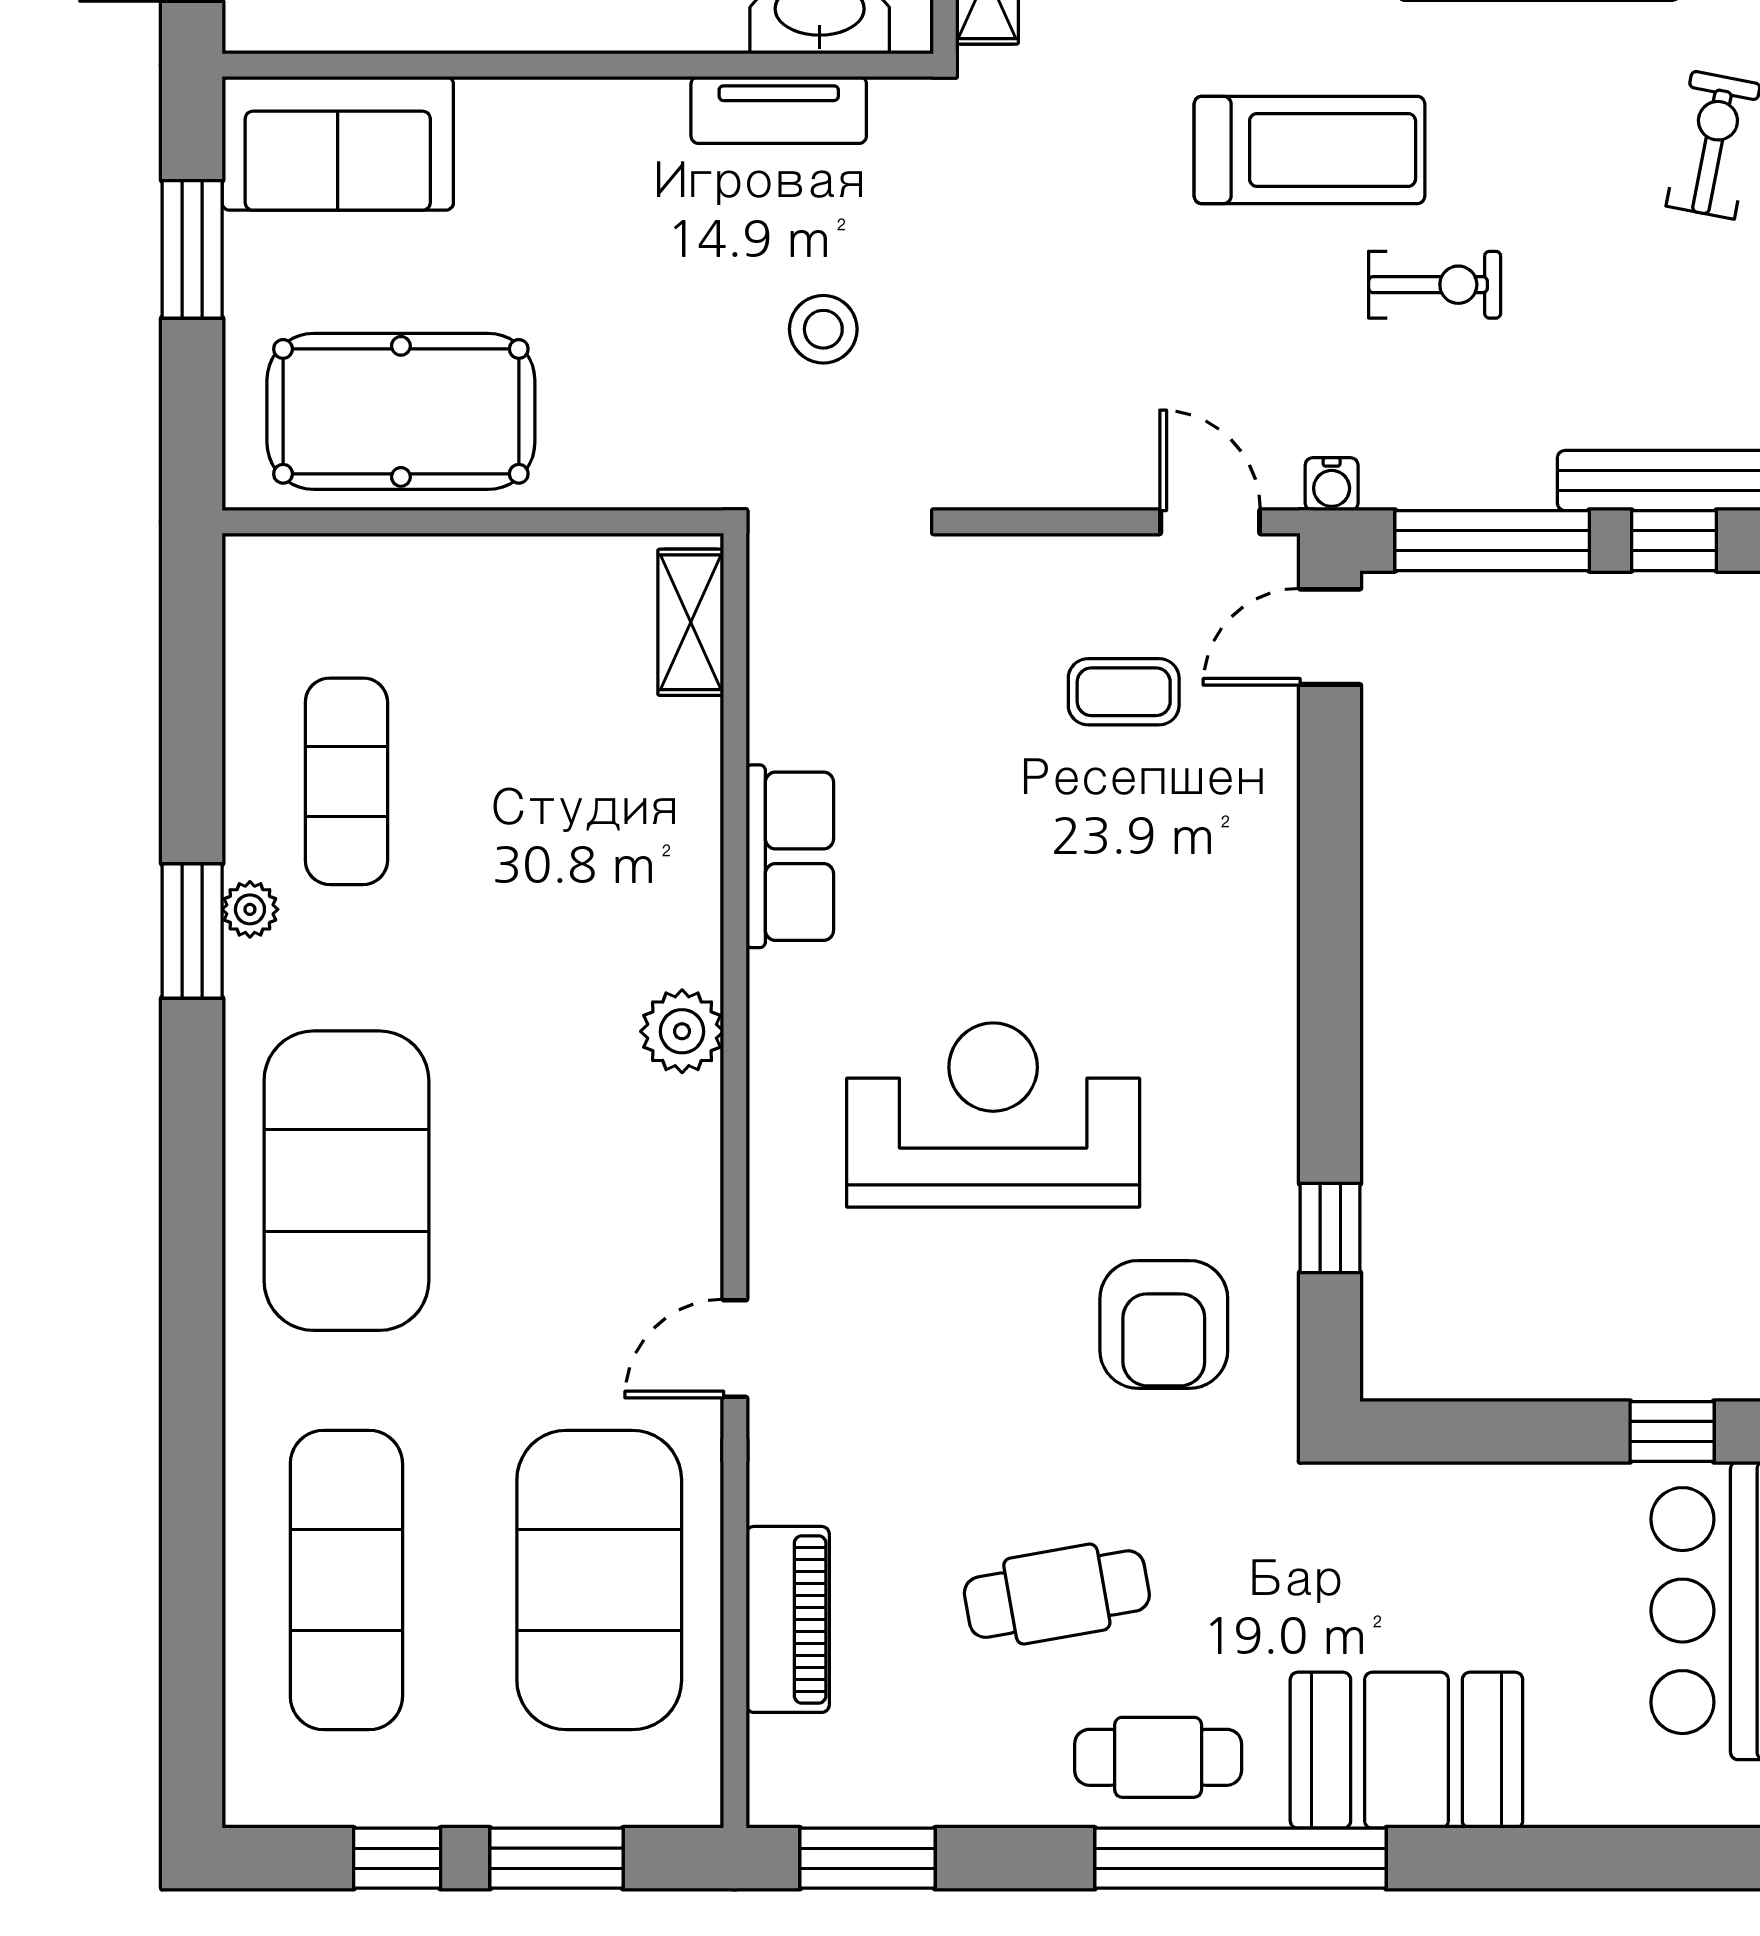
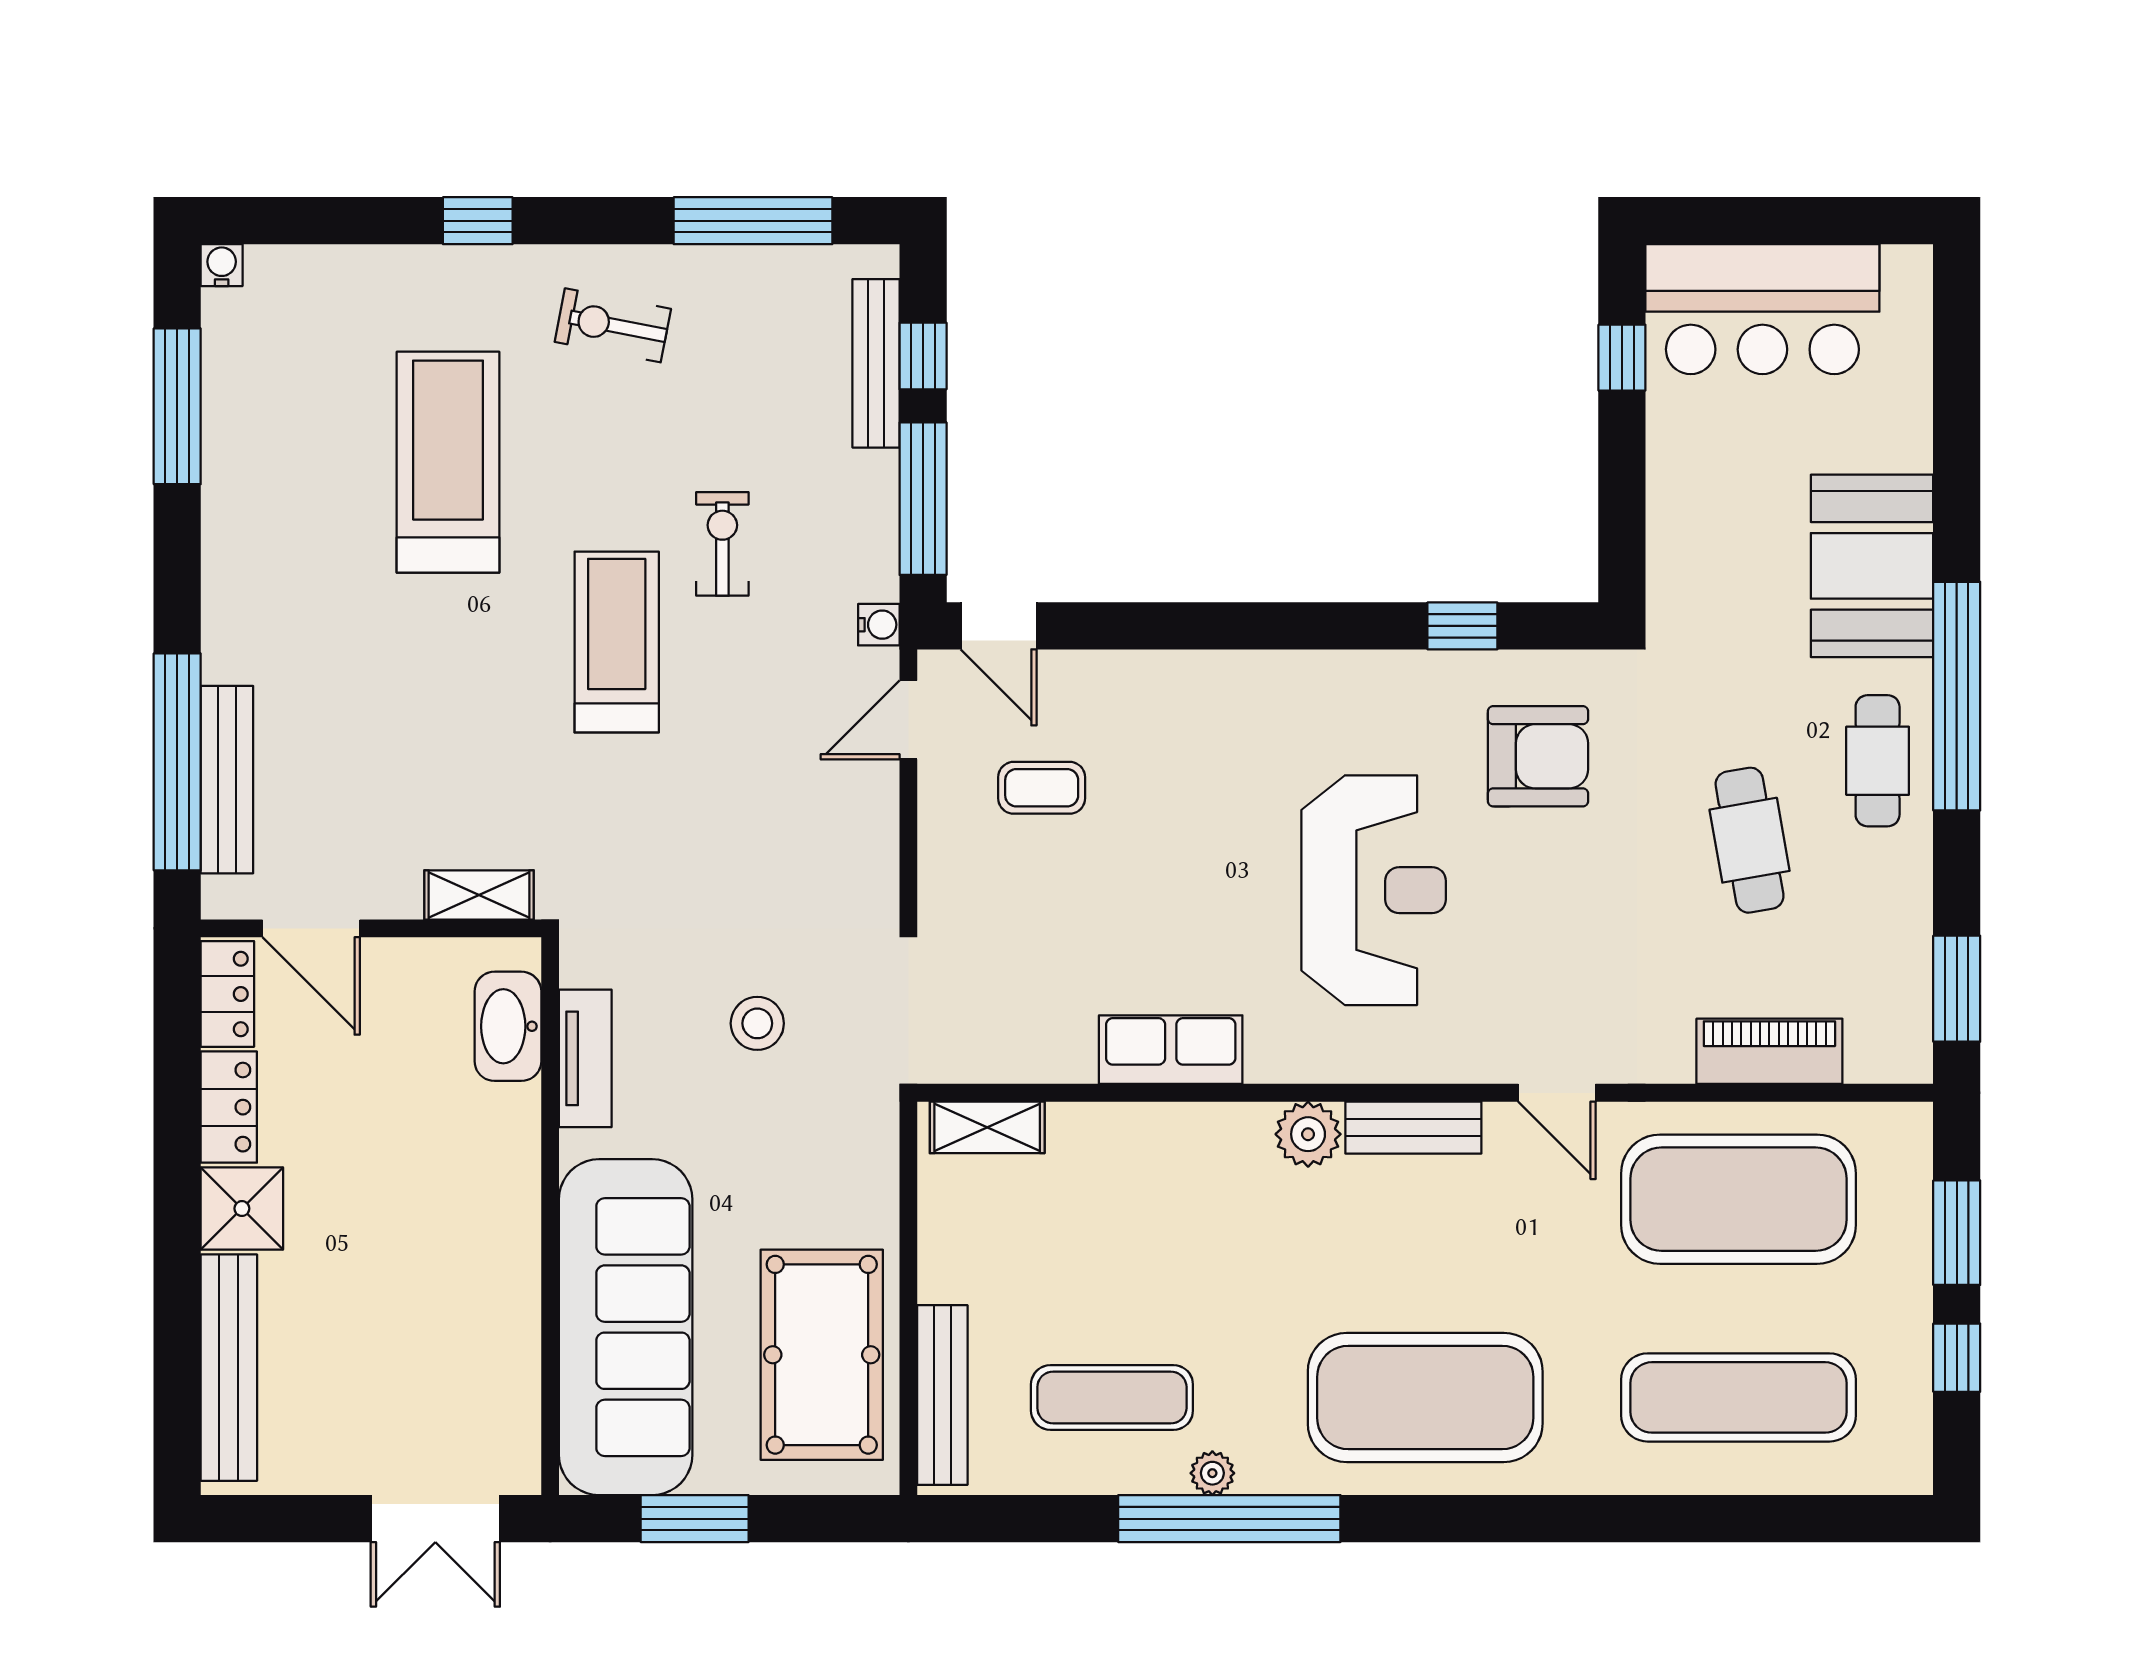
sofa: (338, 143) -> (626, 1327), width x1.85, depth x1.27
bench: (350, 565) -> (942, 1395), added
coffee table: (1124, 692) -> (1042, 788), turned 90
window: (192, 931) -> (1229, 1519), width x2.11
reception desk: (993, 1115) -> (1374, 890), turned 180
bench: (691, 1166) -> (1413, 1128), added

